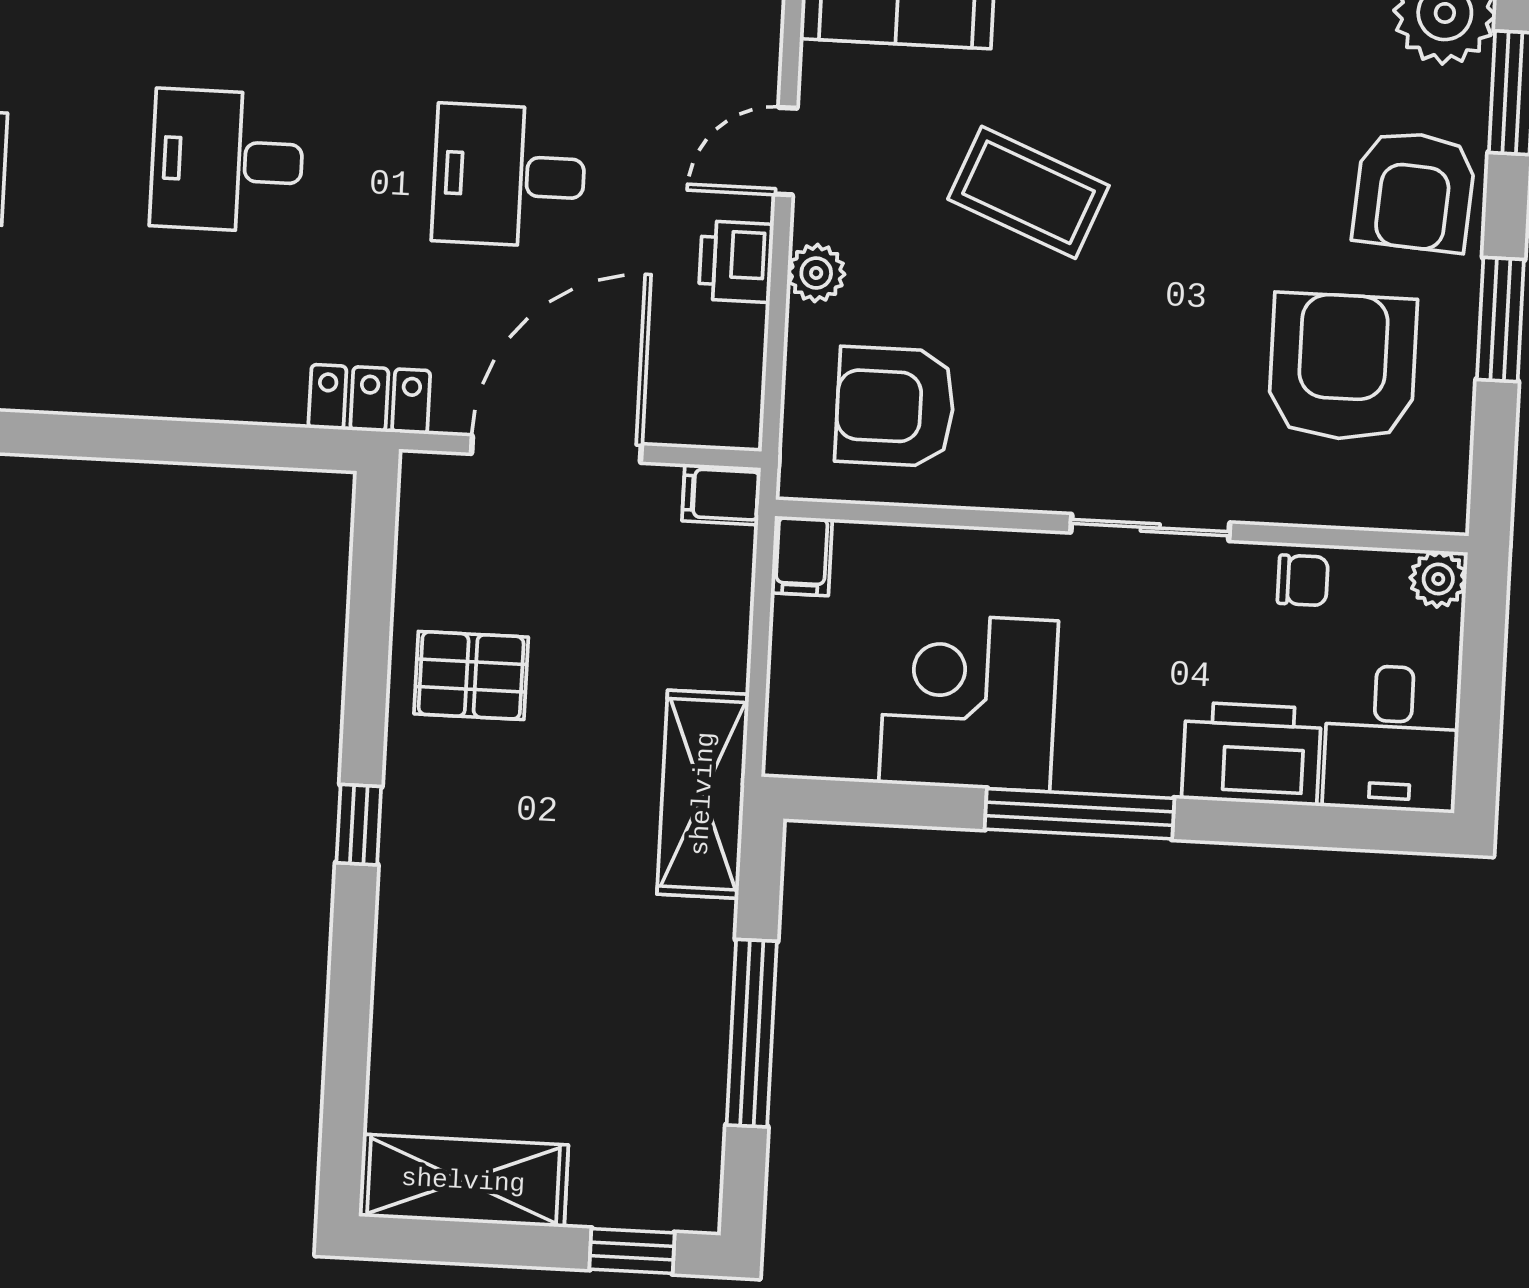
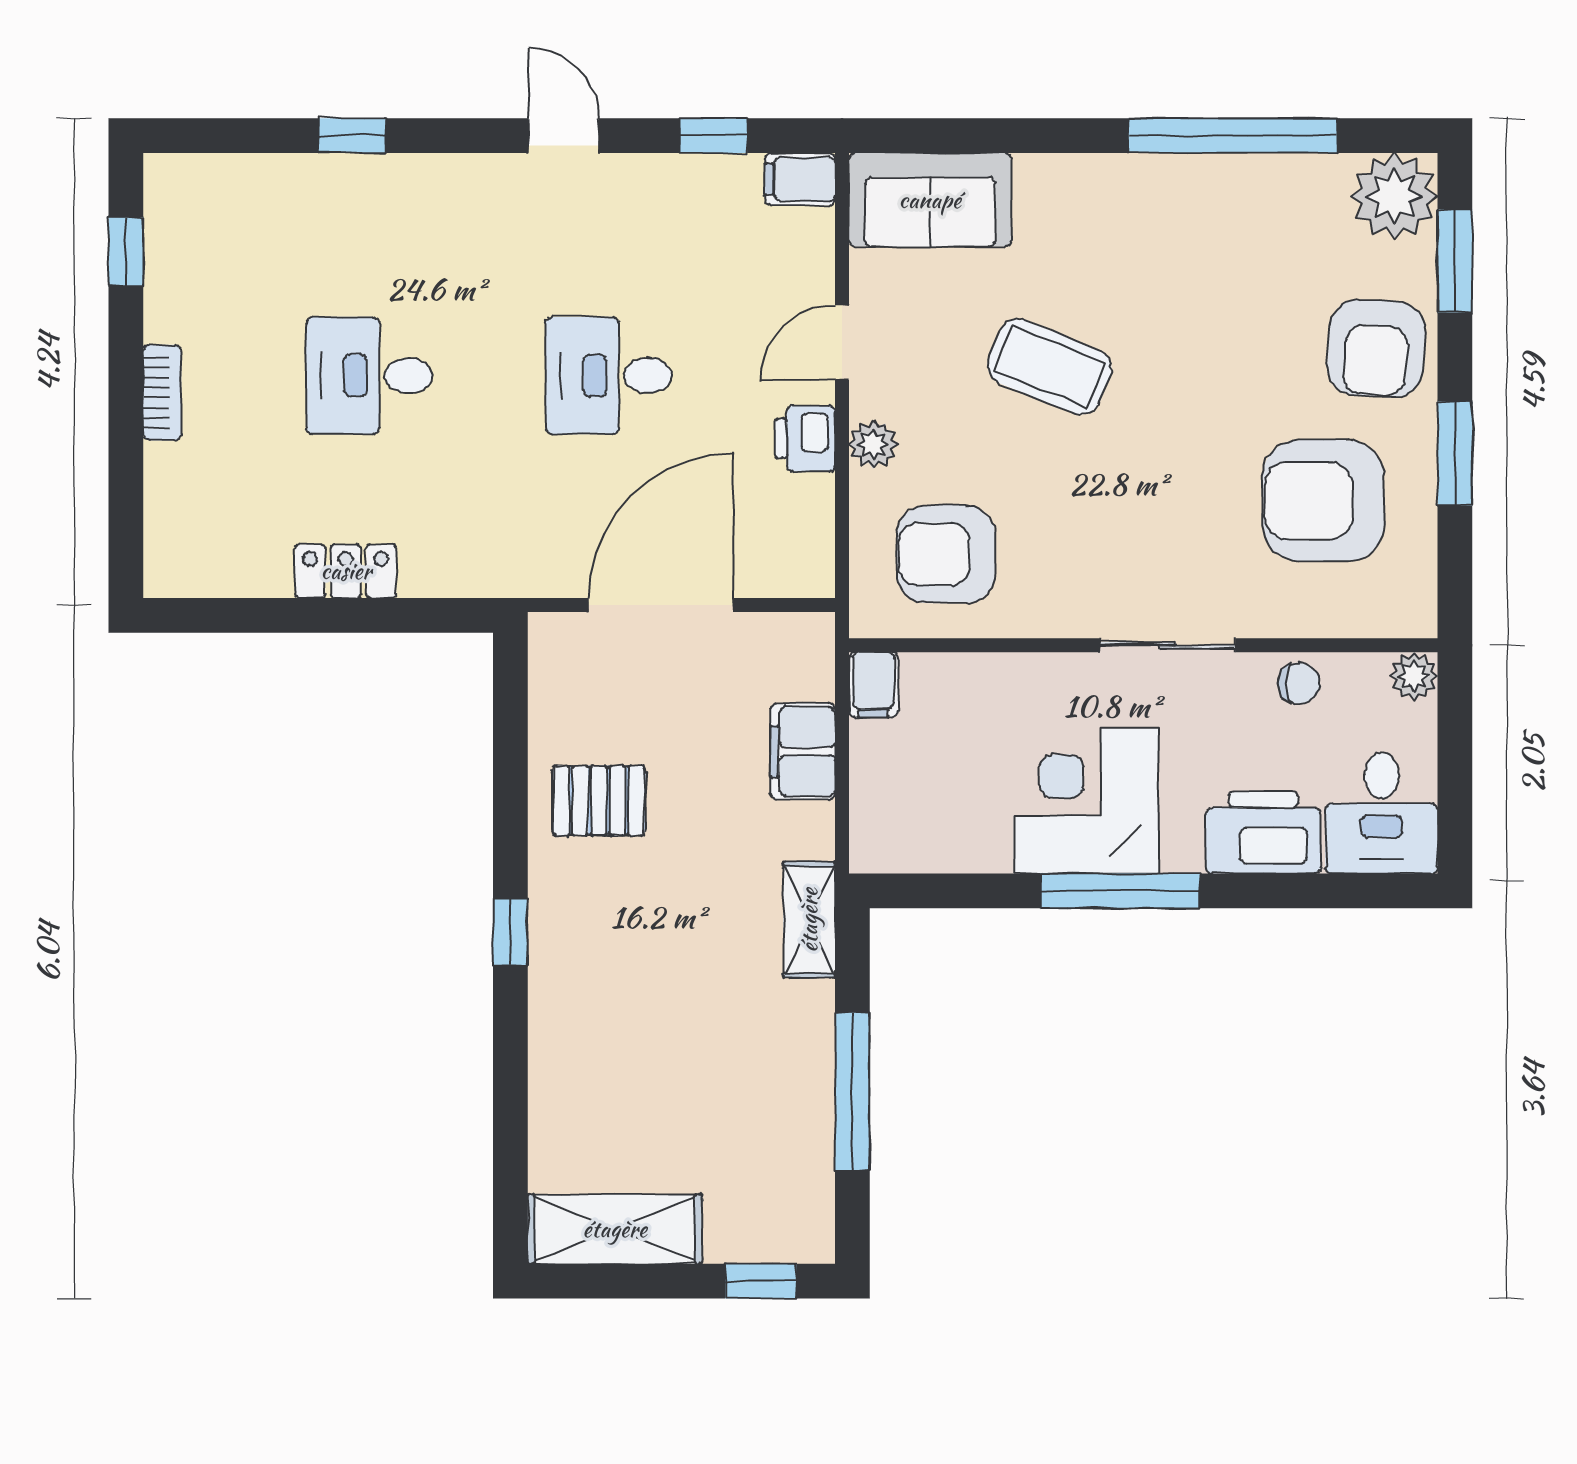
armchair: (1342, 367) -> (1323, 501), turned -90
locker: (369, 399) -> (346, 571), moved
filing cabinet: (721, 494) -> (803, 751), moved, width x2.00
corner desk: (969, 702) -> (1086, 801), moved
shelving: (703, 794) -> (809, 920), width x0.67, depth x0.75

